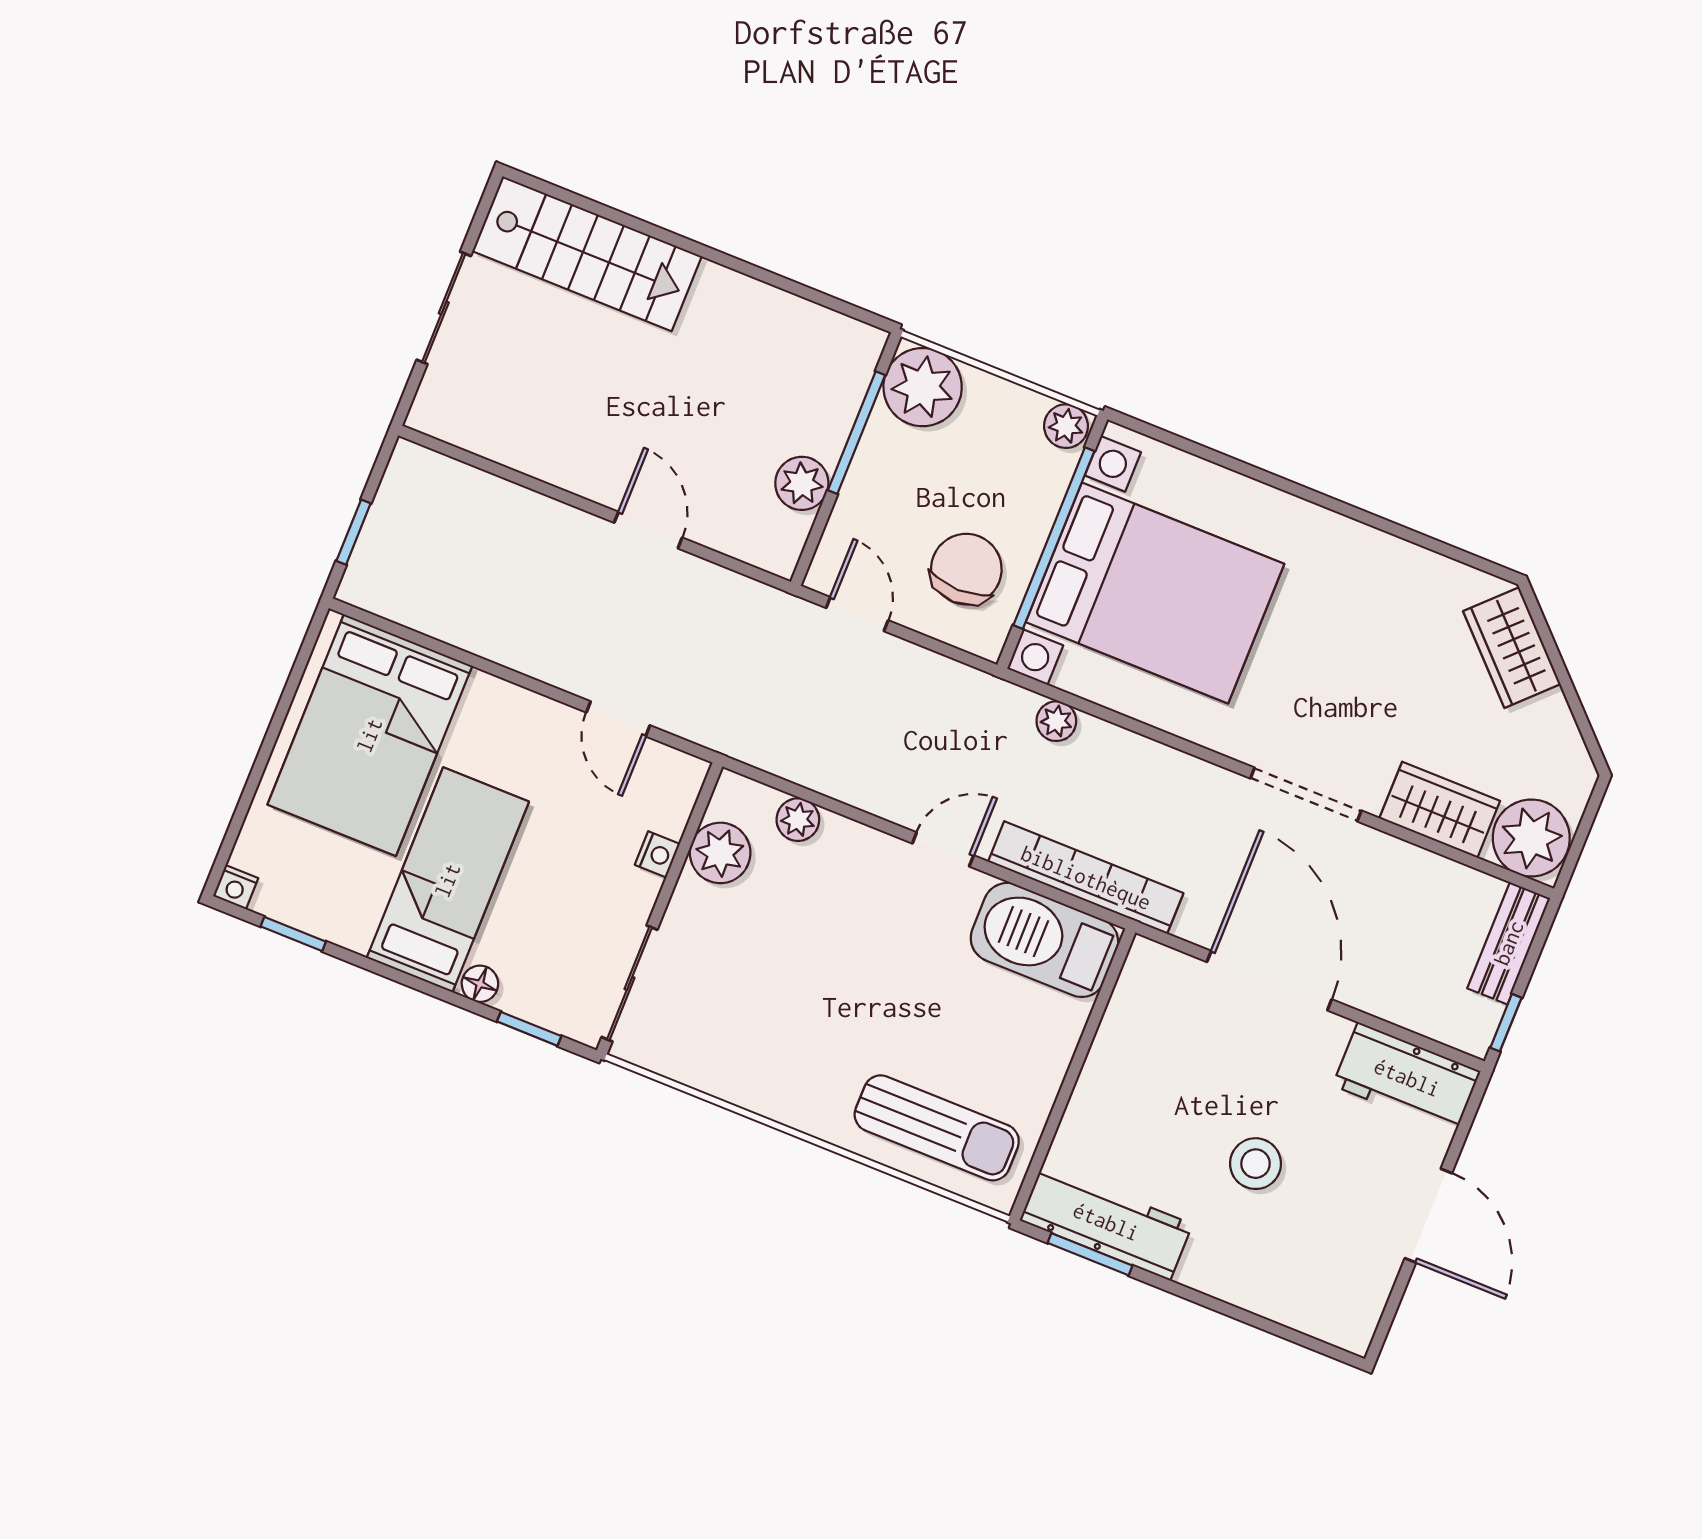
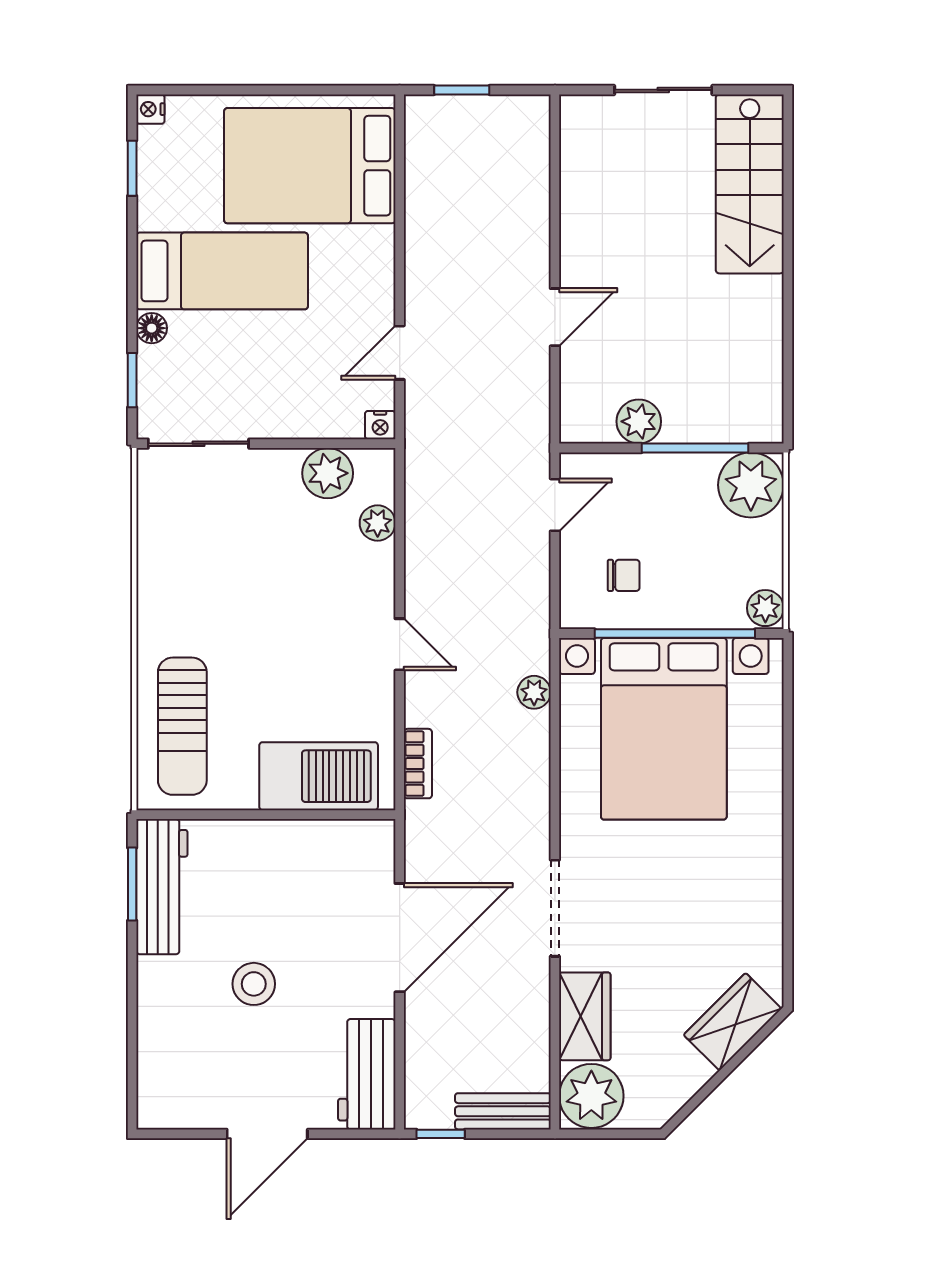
chair: (966, 569) -> (624, 575), width x0.54, depth x0.54
nightstand: (657, 854) -> (380, 425), moved
bookcase: (1086, 878) -> (418, 764), width x0.43, depth x0.76
barbecue: (1044, 940) -> (319, 776), moved, turned 90

